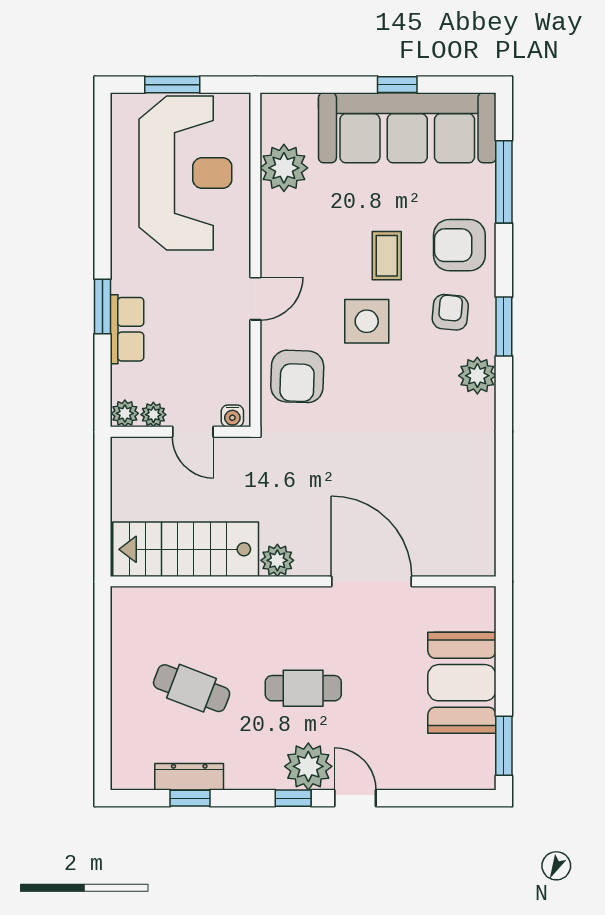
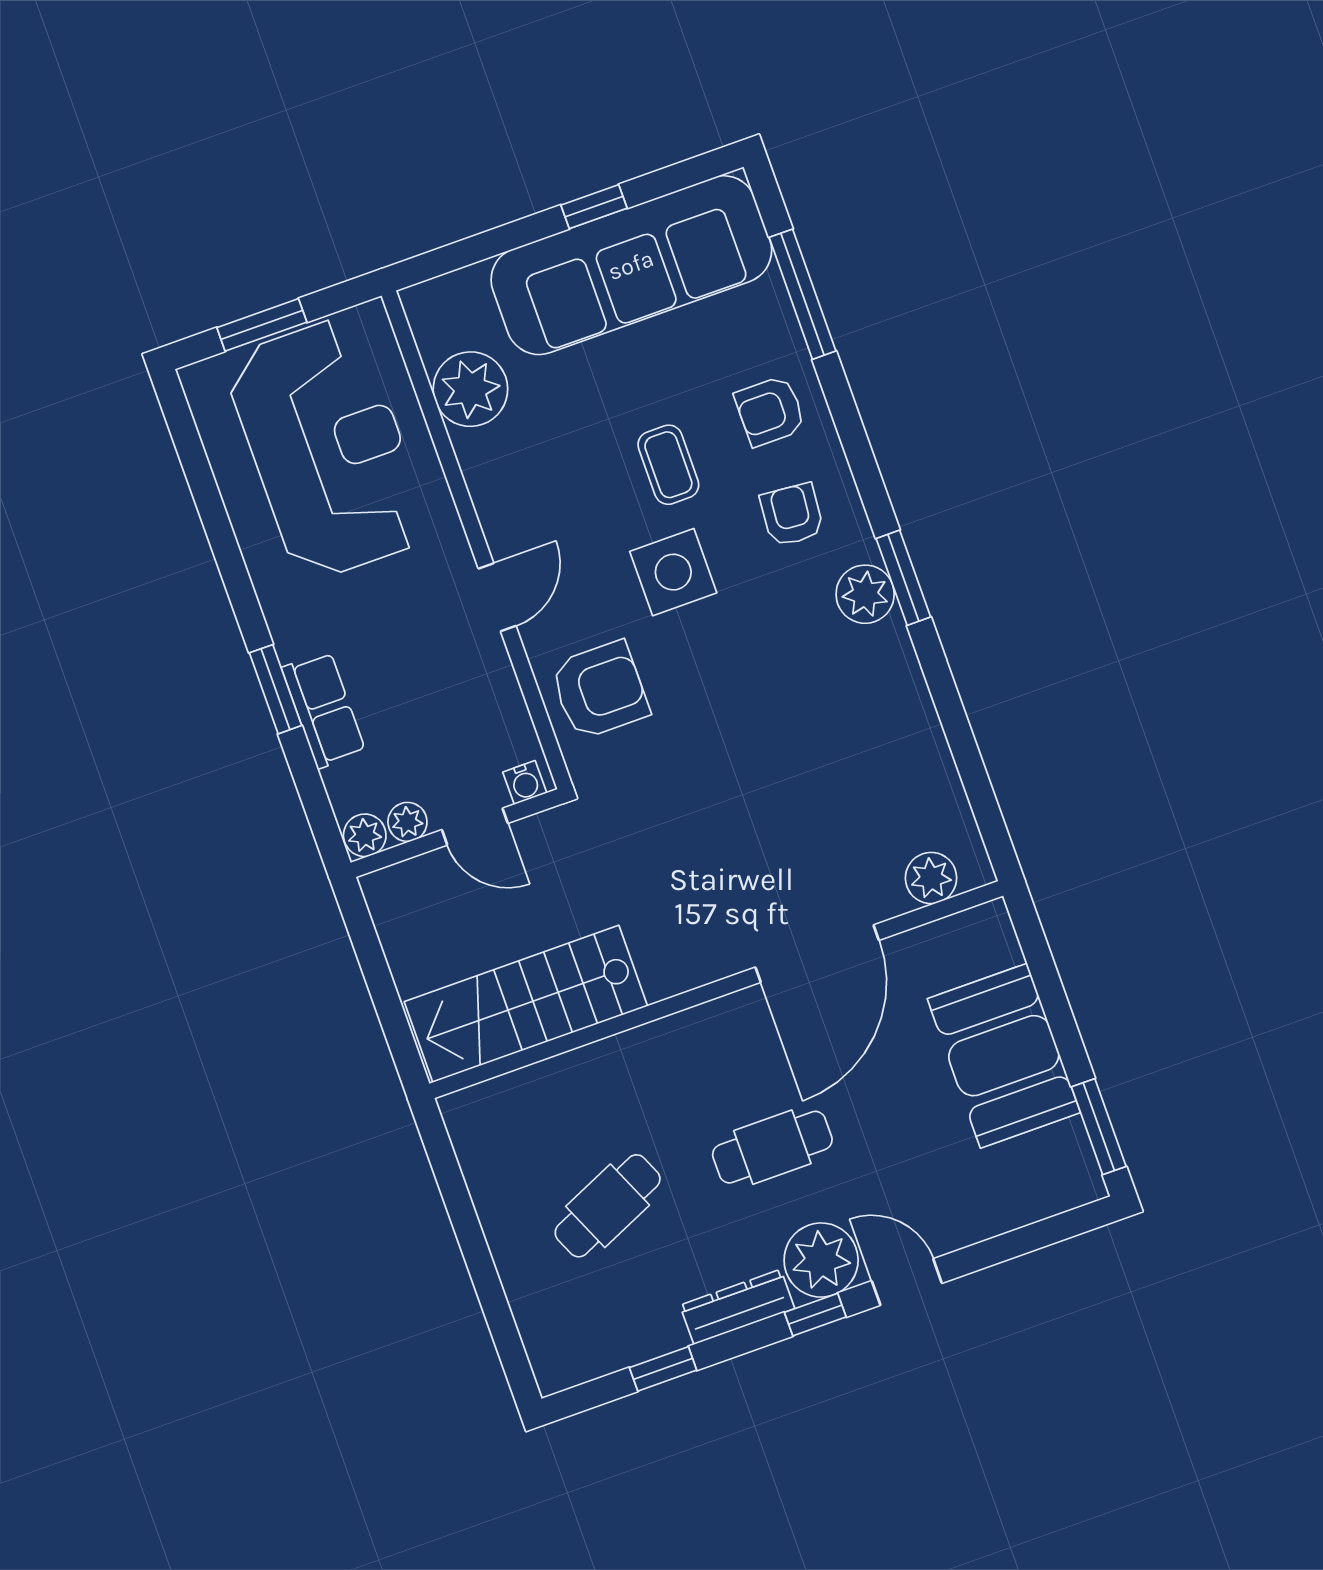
armchair: (459, 245) -> (770, 411), width x0.72, depth x0.72
window: (504, 327) -> (903, 578), moved
armchair: (297, 376) -> (600, 690), turned -92
plant: (277, 560) -> (931, 878), moved
door: (372, 581) -> (817, 954), swing flipped
cafe table: (192, 688) -> (608, 1206), turned -45
dresser: (189, 777) -> (737, 1307), moved

